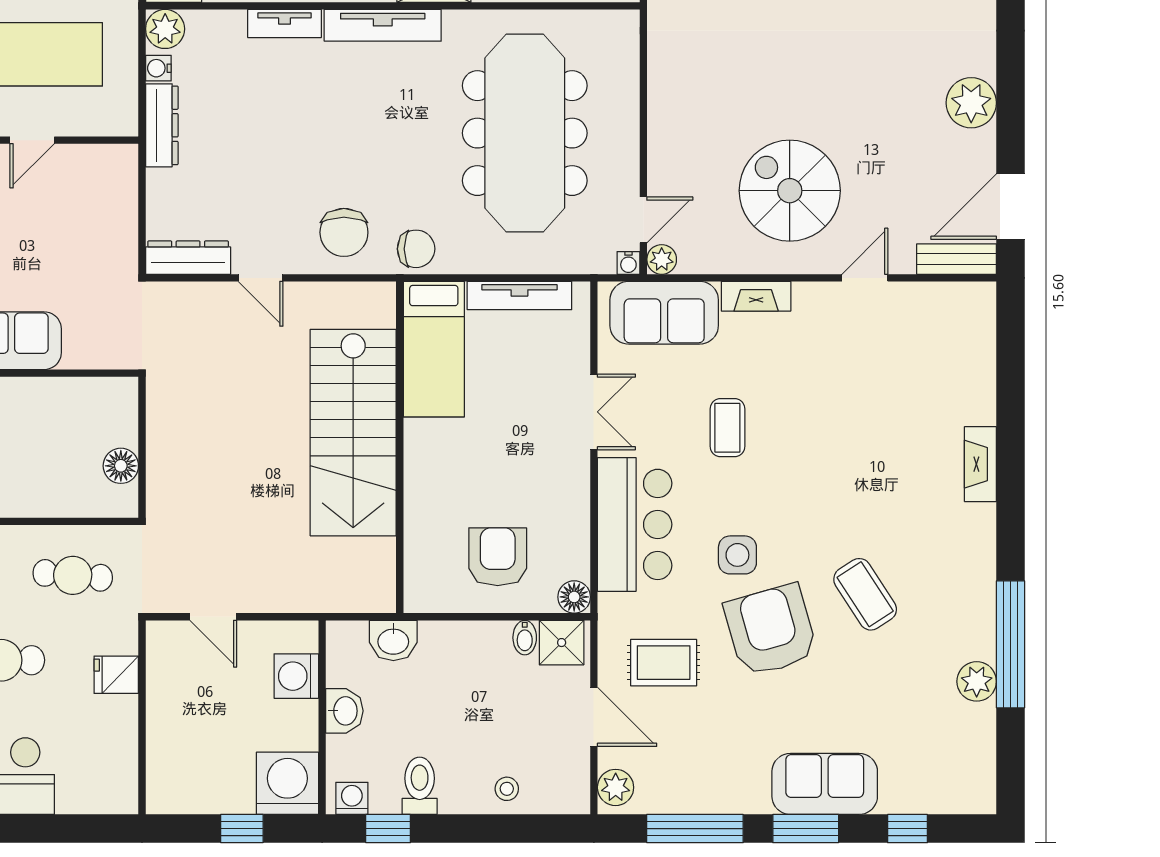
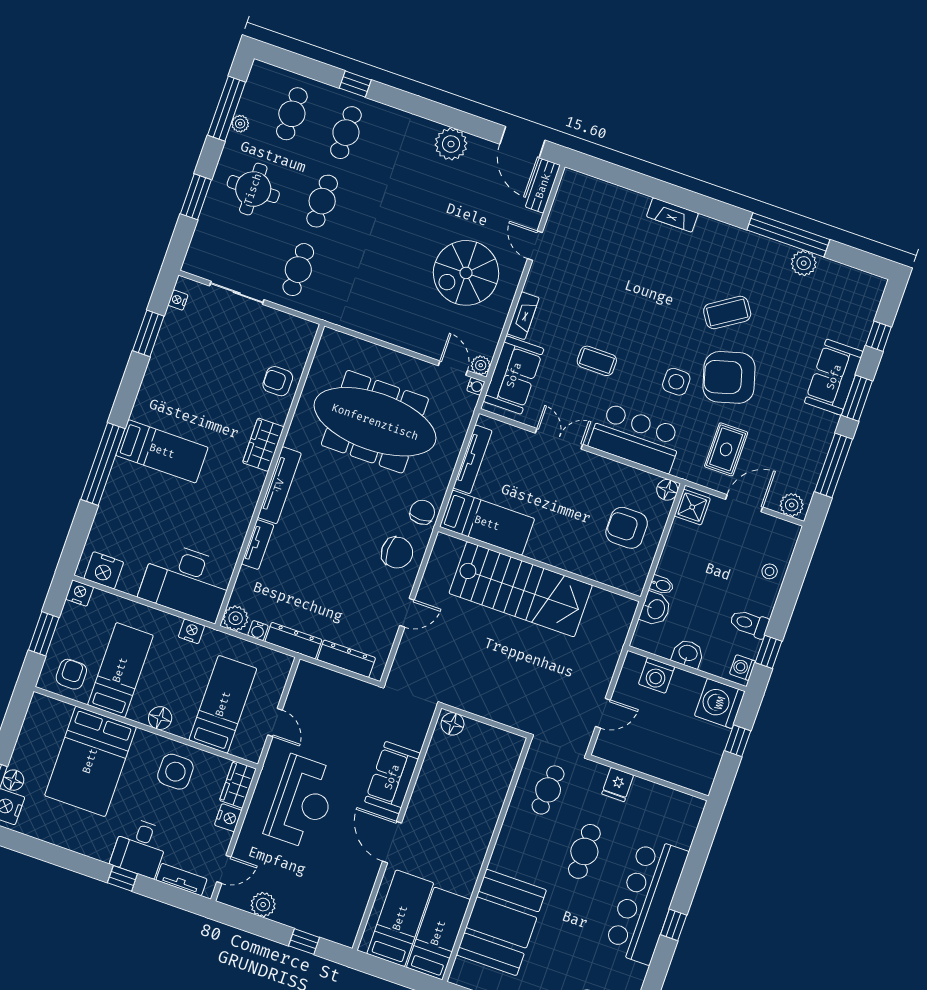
dresser: (188, 258) -> (346, 659), moved, turned 90
floor lamp: (121, 466) -> (452, 724), moved
bidet: (525, 638) -> (662, 585), moved

